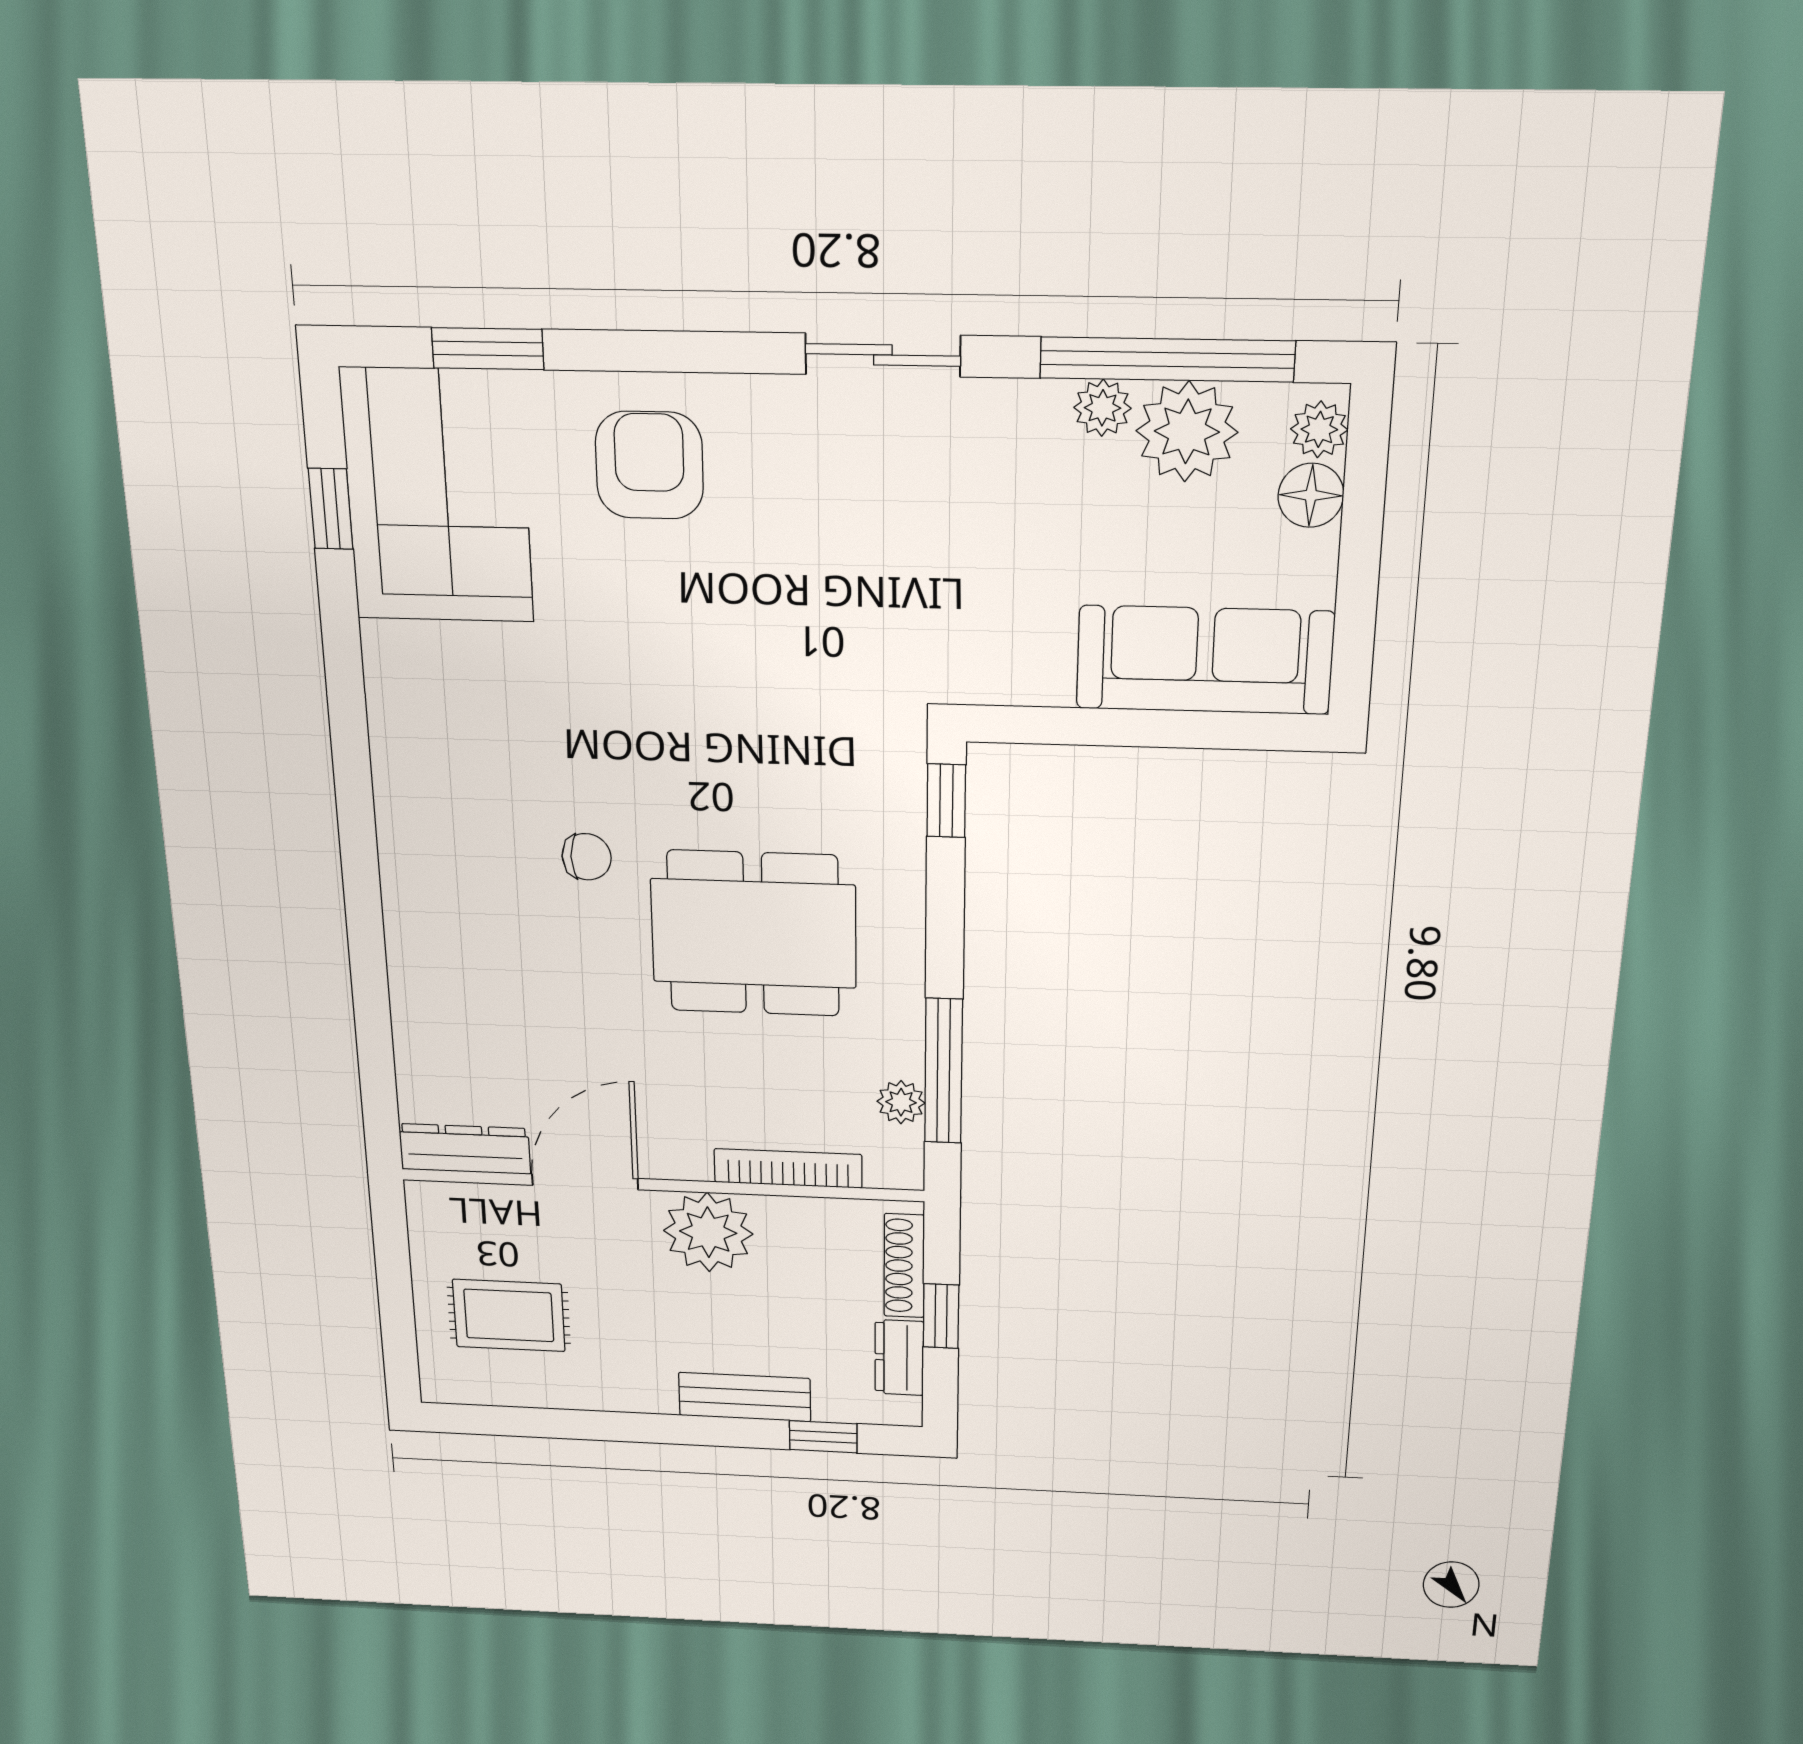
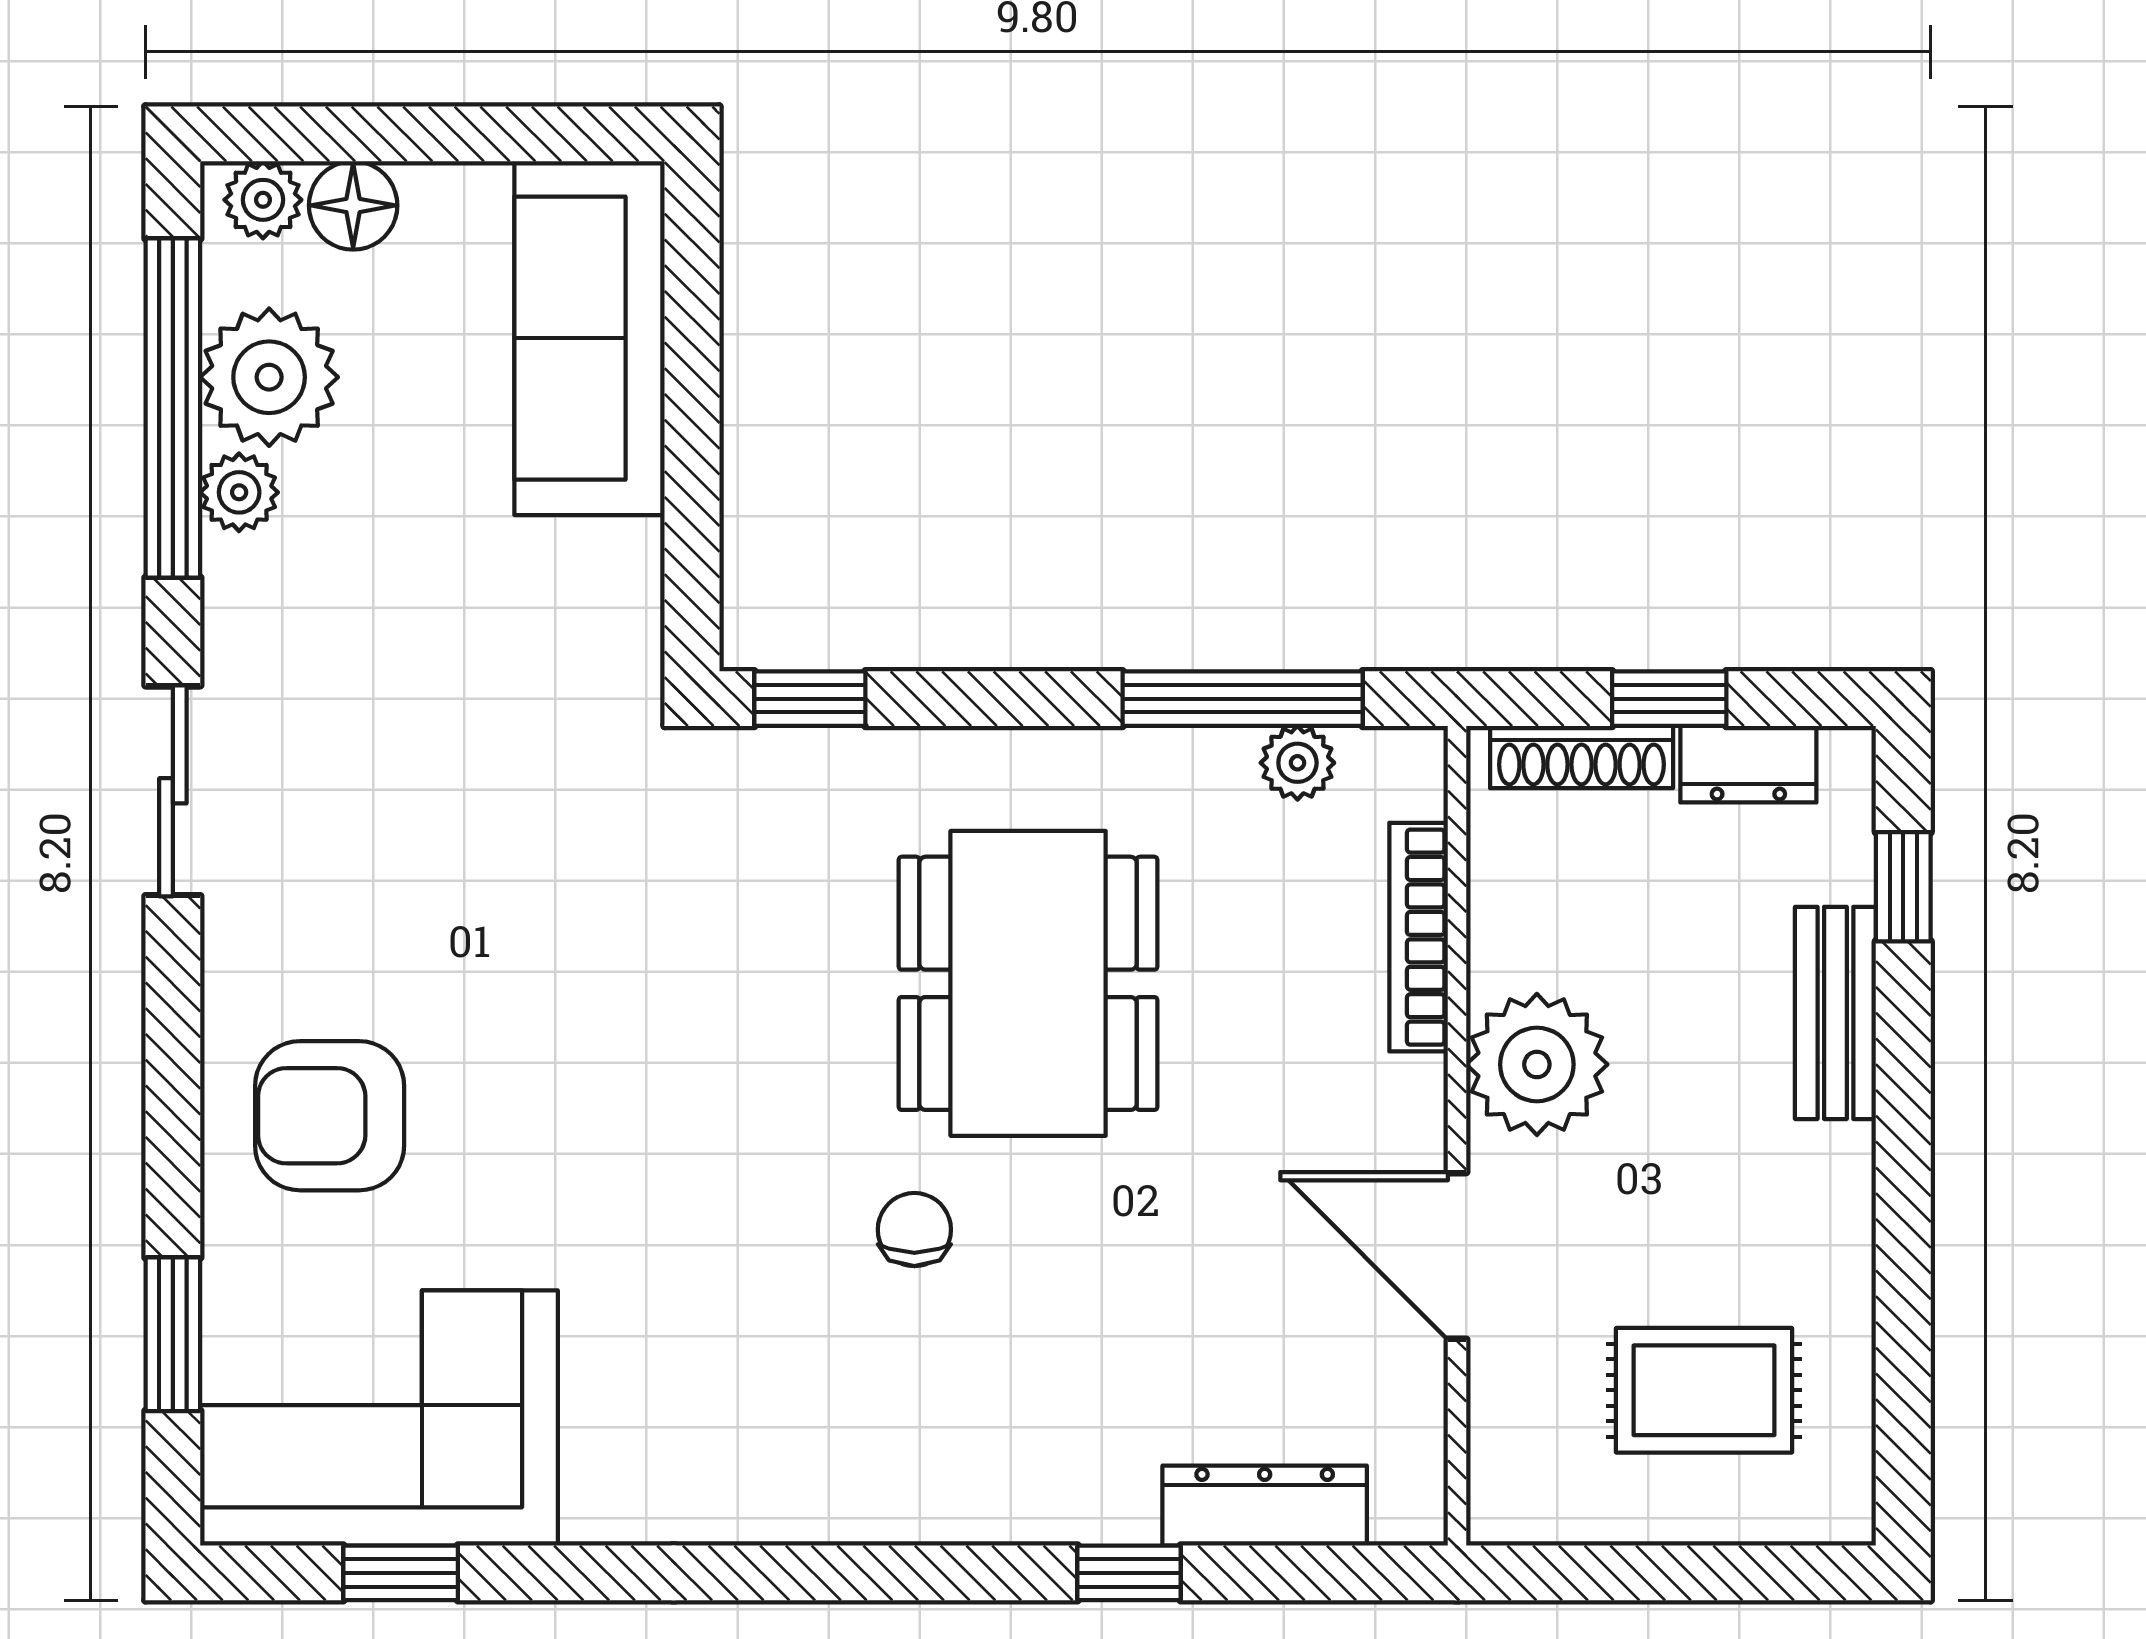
window: (370, 982) -> (1129, 1573), added
dresser: (465, 1149) -> (1265, 1506), moved, turned 90
rug: (509, 1315) -> (1704, 1390), turned 90

